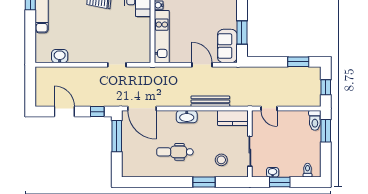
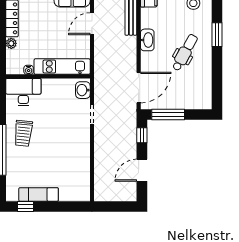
washbasin: (60, 56) -> (83, 90), moved
dental chair: (175, 152) -> (185, 52), turned -151
window: (204, 182) -> (217, 35), moved

